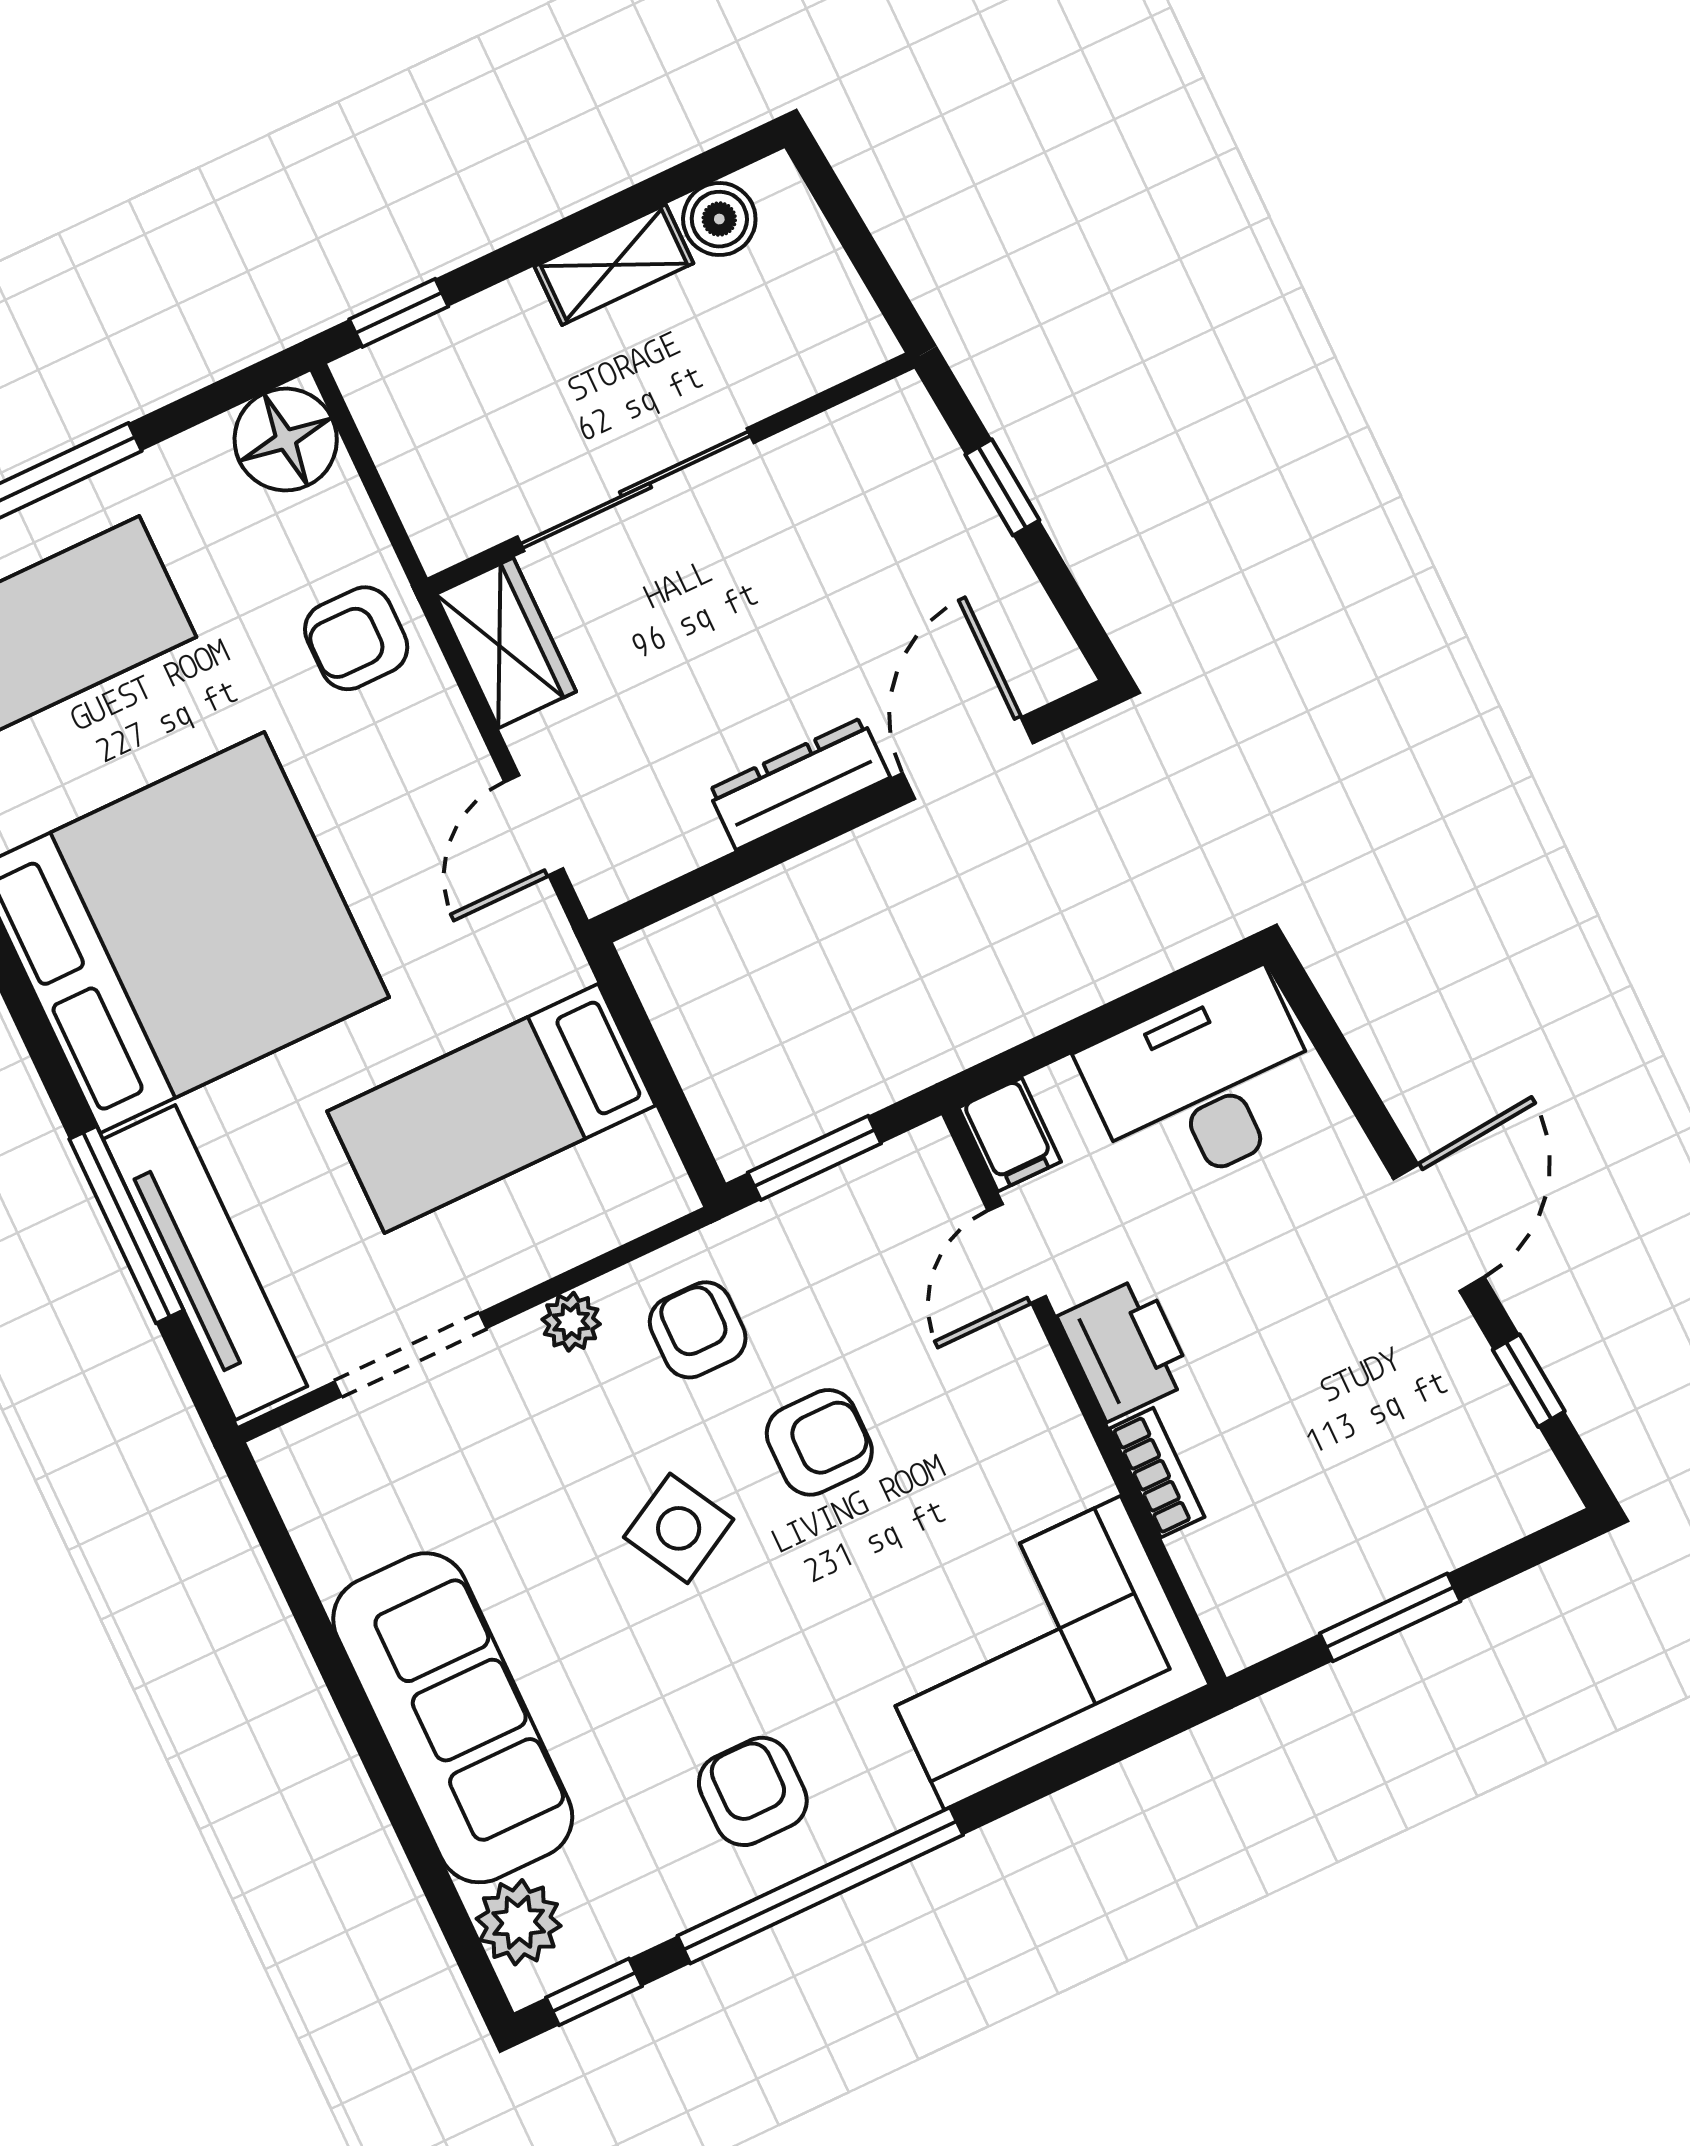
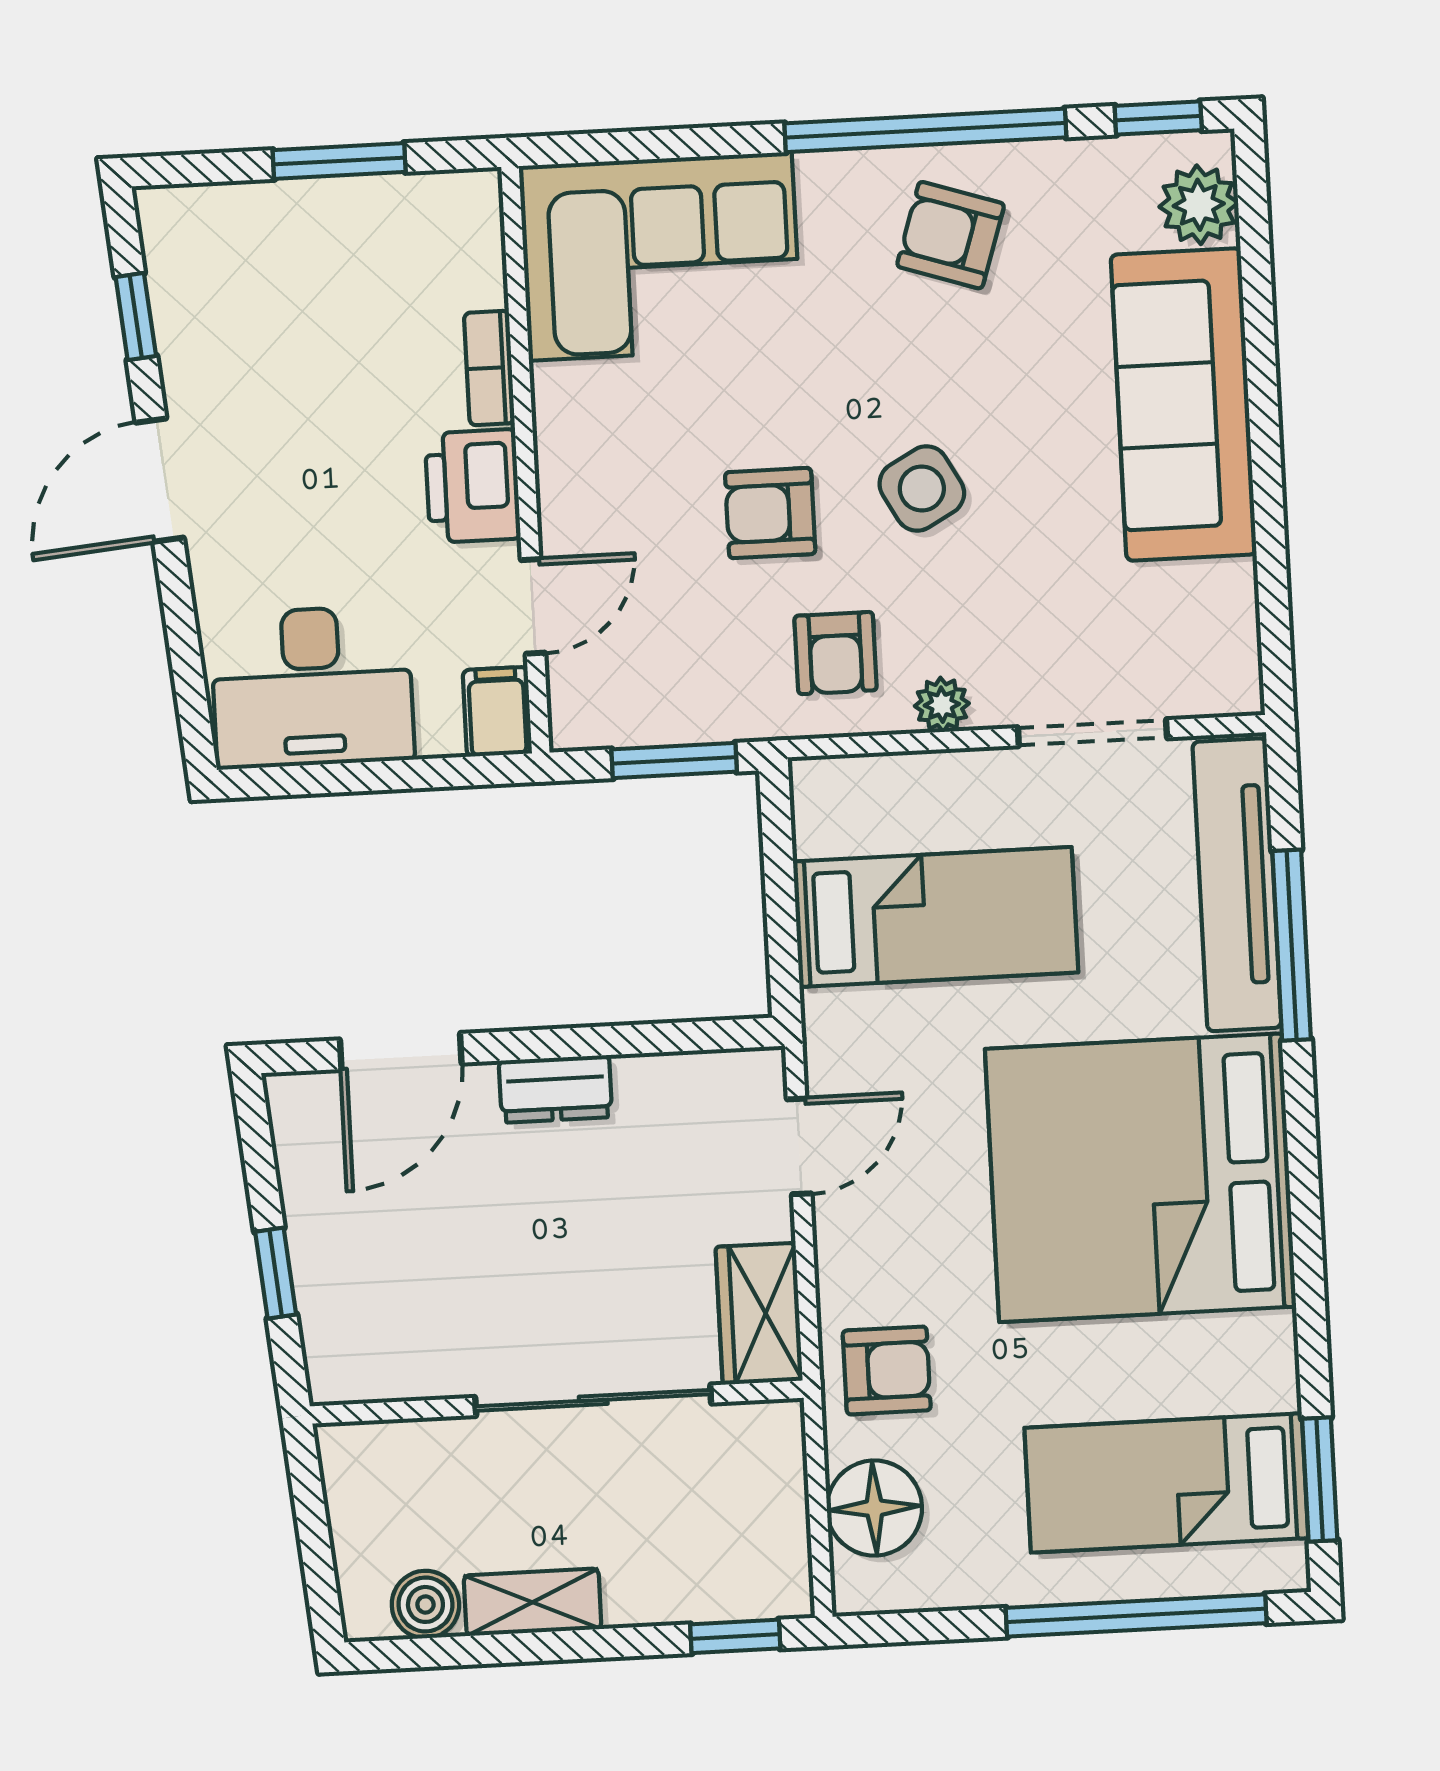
floor lamp: (286, 440) -> (874, 1508), moved
dresser: (799, 784) -> (556, 1089), width x0.70
armchair: (753, 1791) -> (951, 235), turned 108

